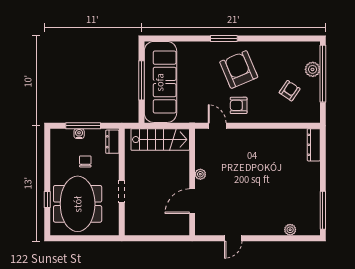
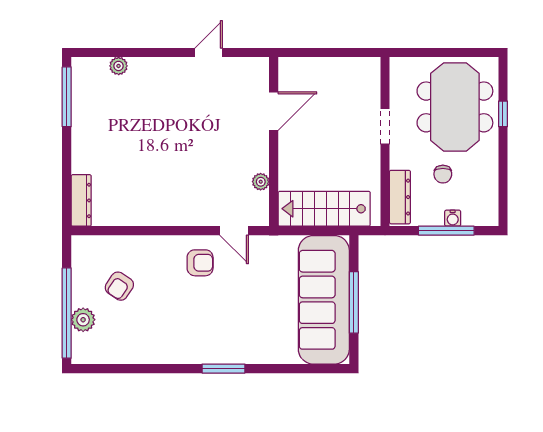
armchair: (239, 69) -> (200, 320), removed
dresser: (112, 142) -> (400, 197), width x1.44
plant: (200, 174) -> (261, 182), moved

